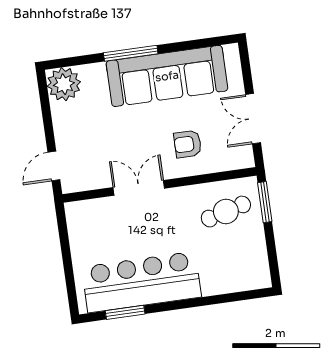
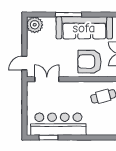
armchair: (188, 144) -> (90, 62), width x1.88, depth x1.88
double door: (139, 188) -> (47, 79), moved

